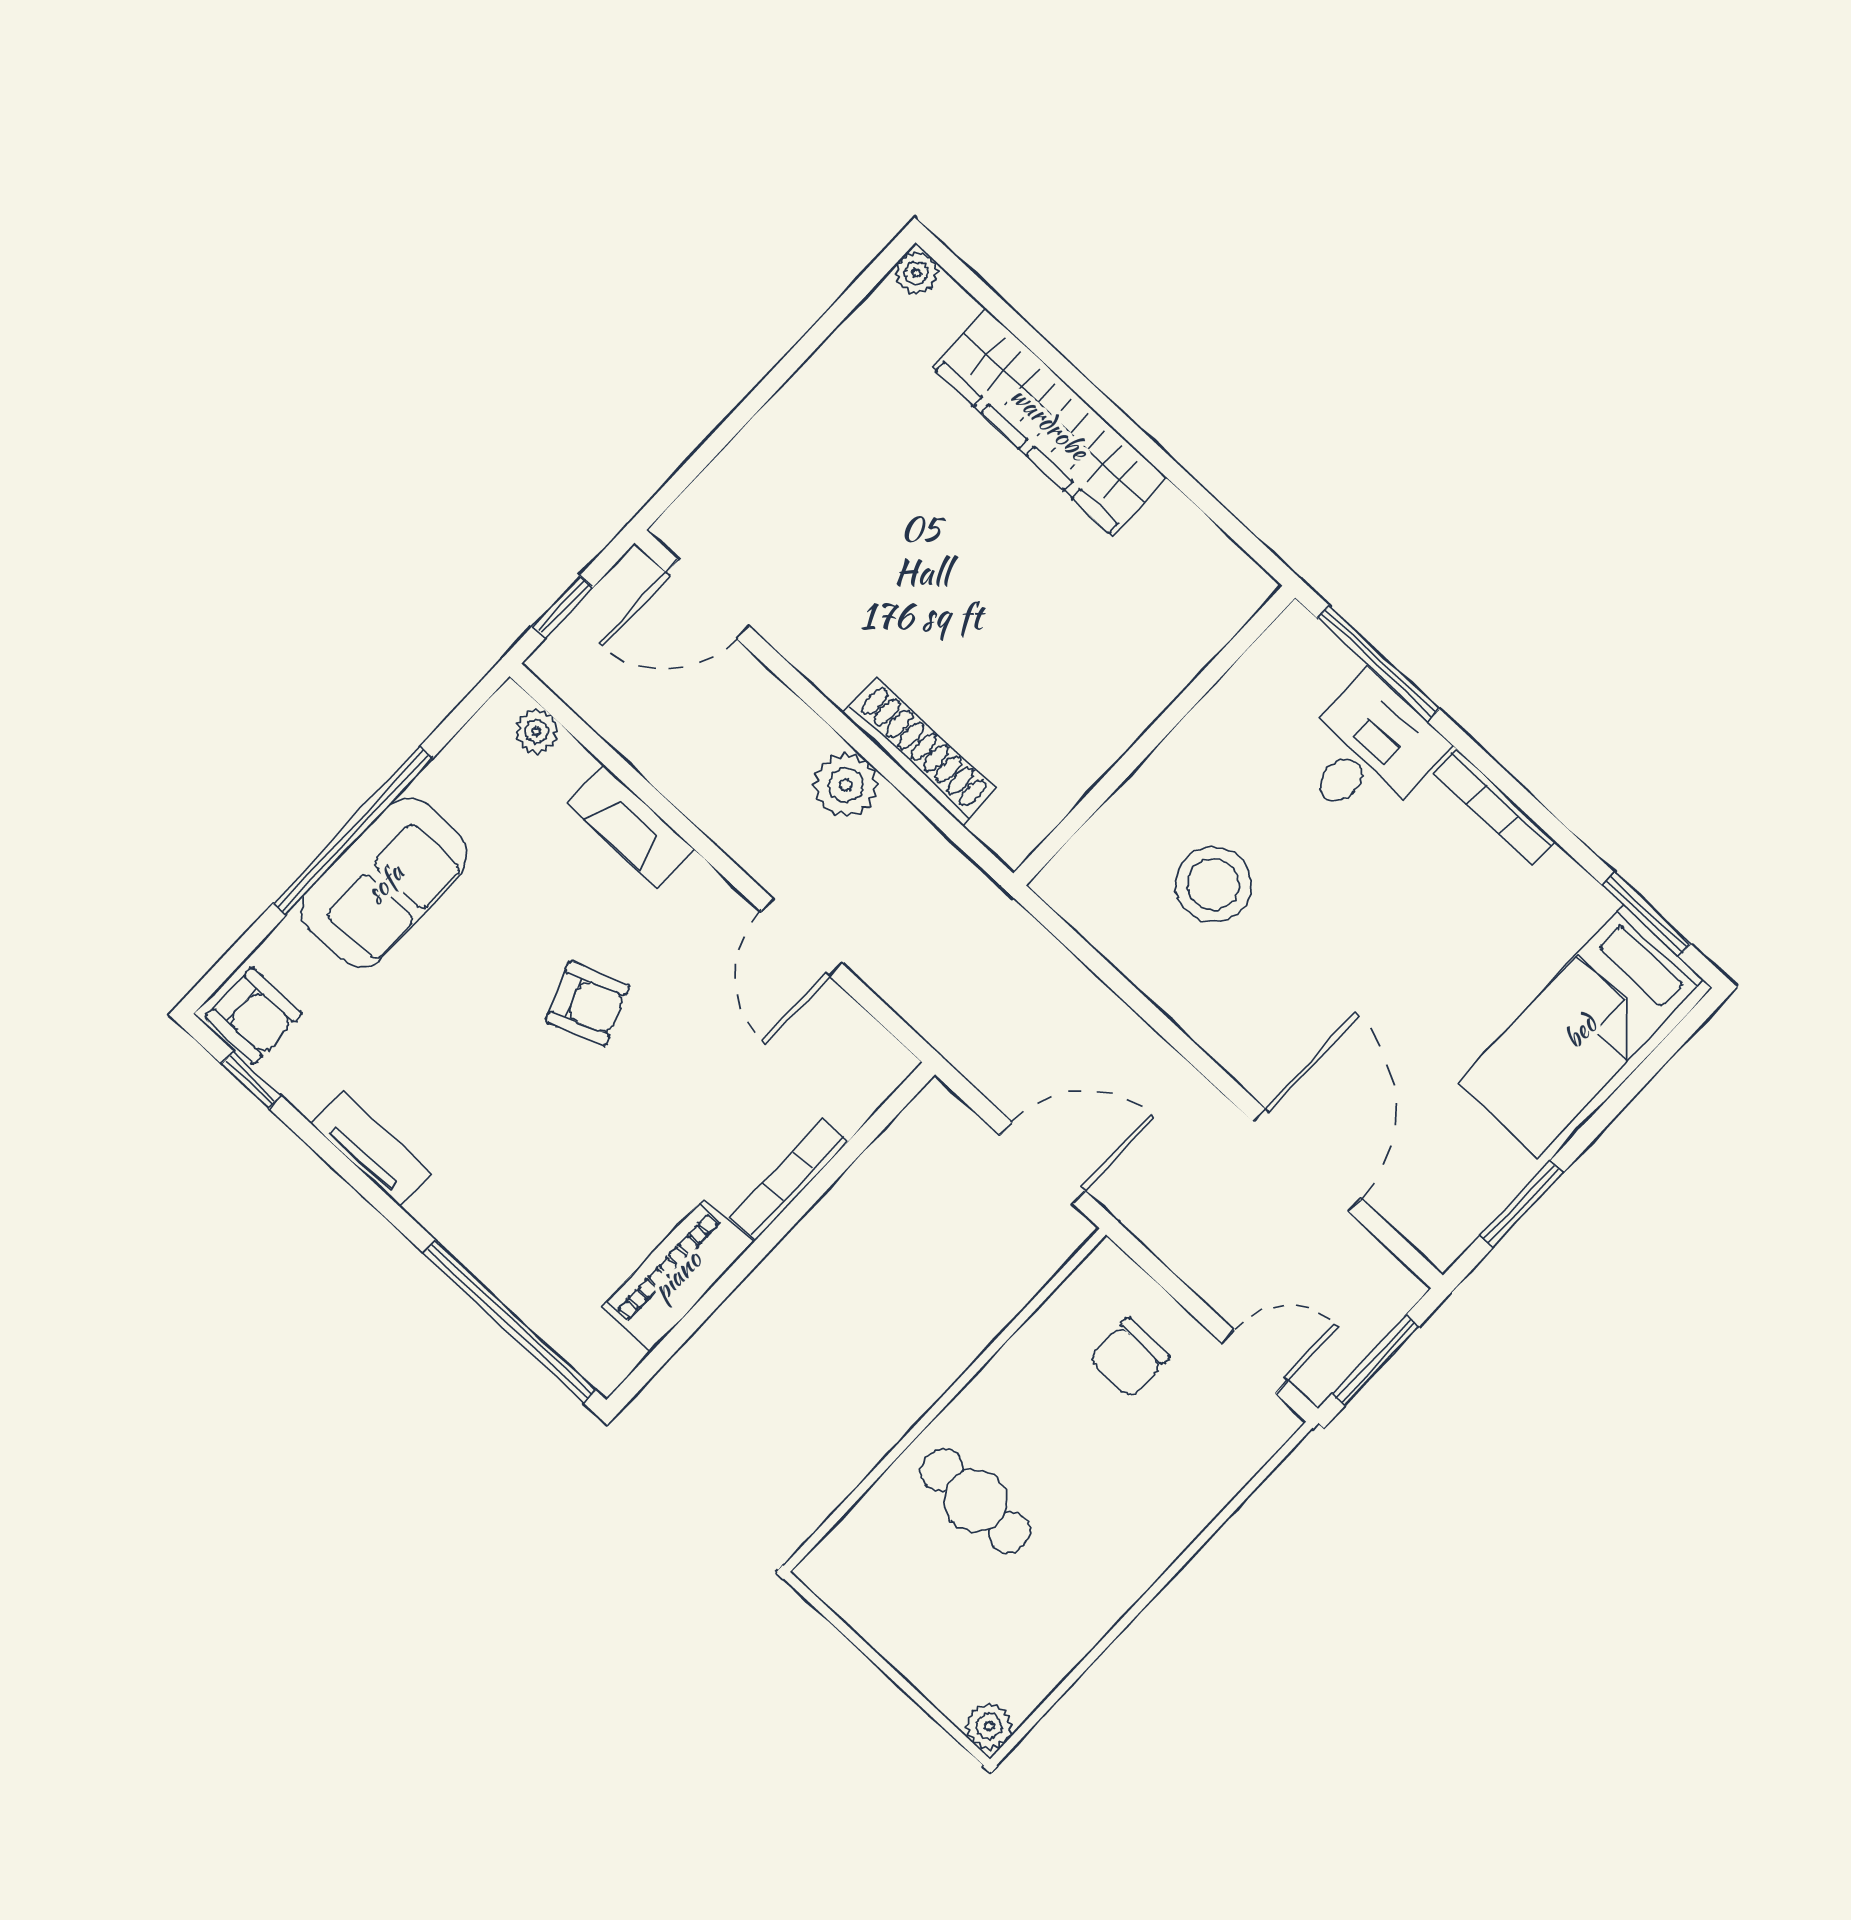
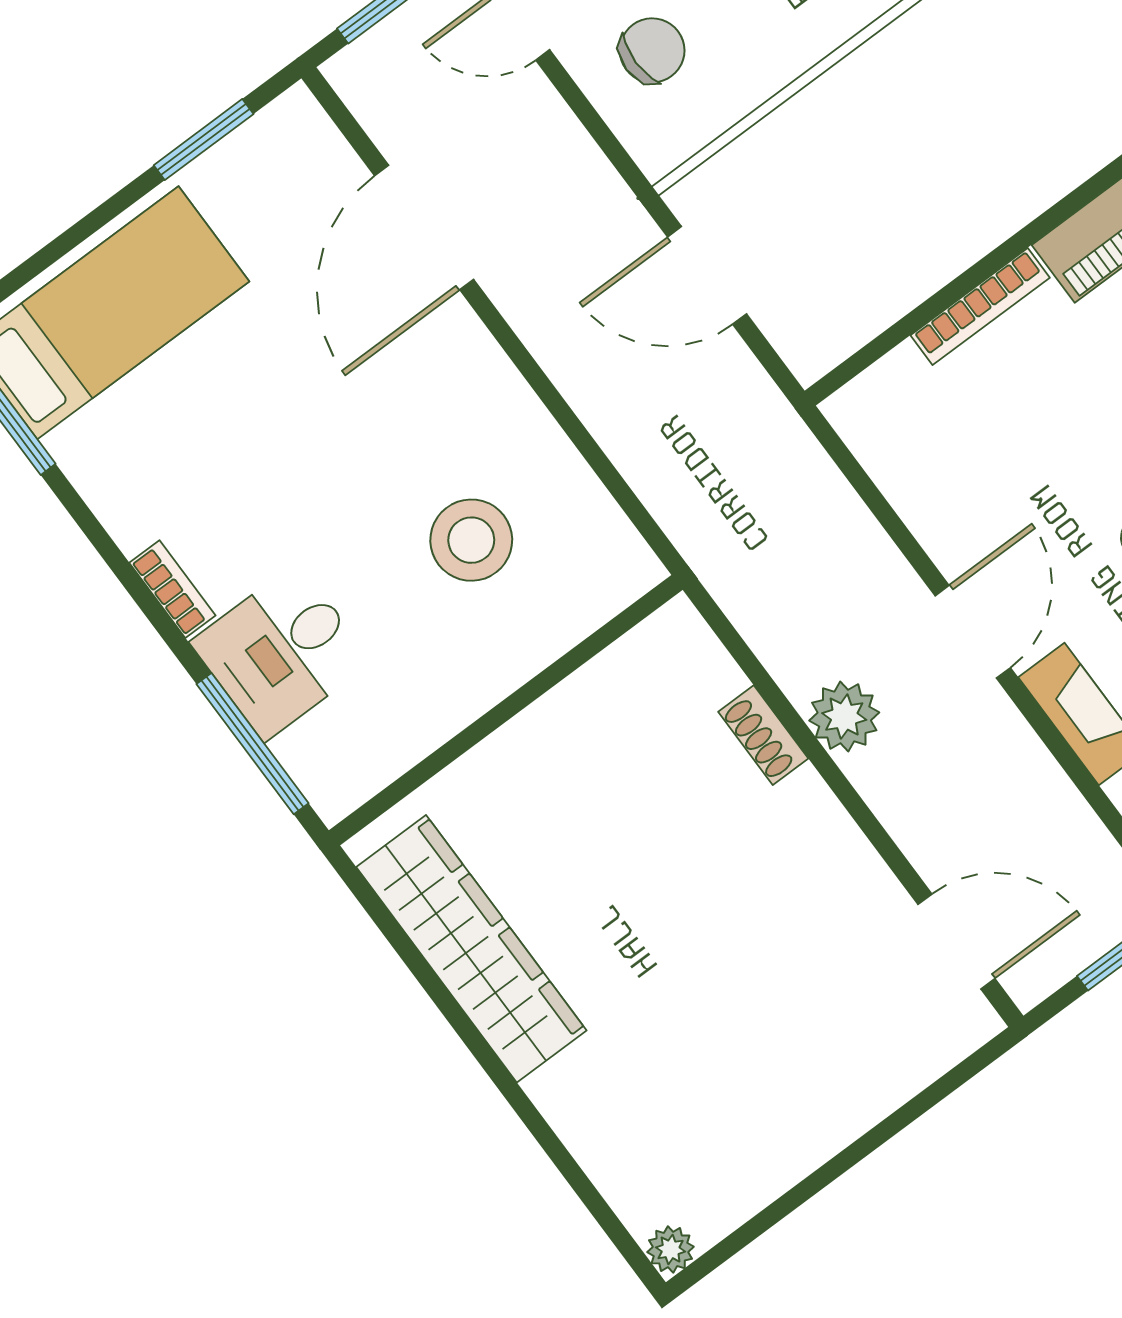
wardrobe: (1050, 423) -> (471, 949), moved
shoe rack: (920, 751) -> (763, 735), width x0.51, depth x0.81
bookcase: (1494, 808) -> (172, 589), width x0.64
door: (801, 937) -> (973, 632), moved

